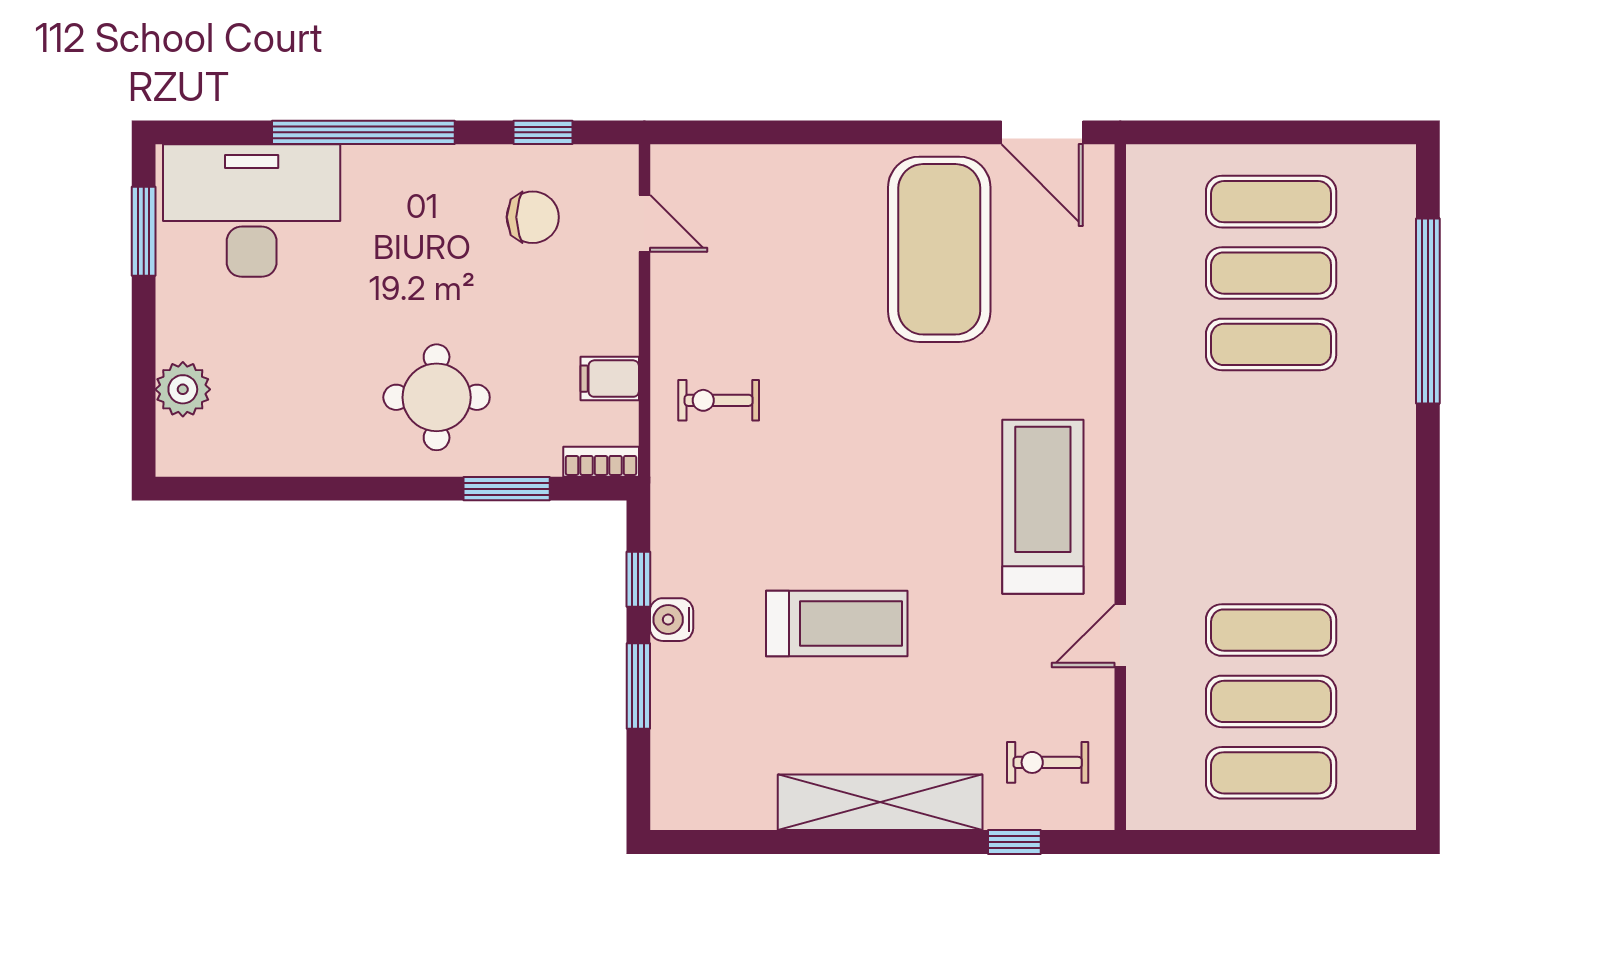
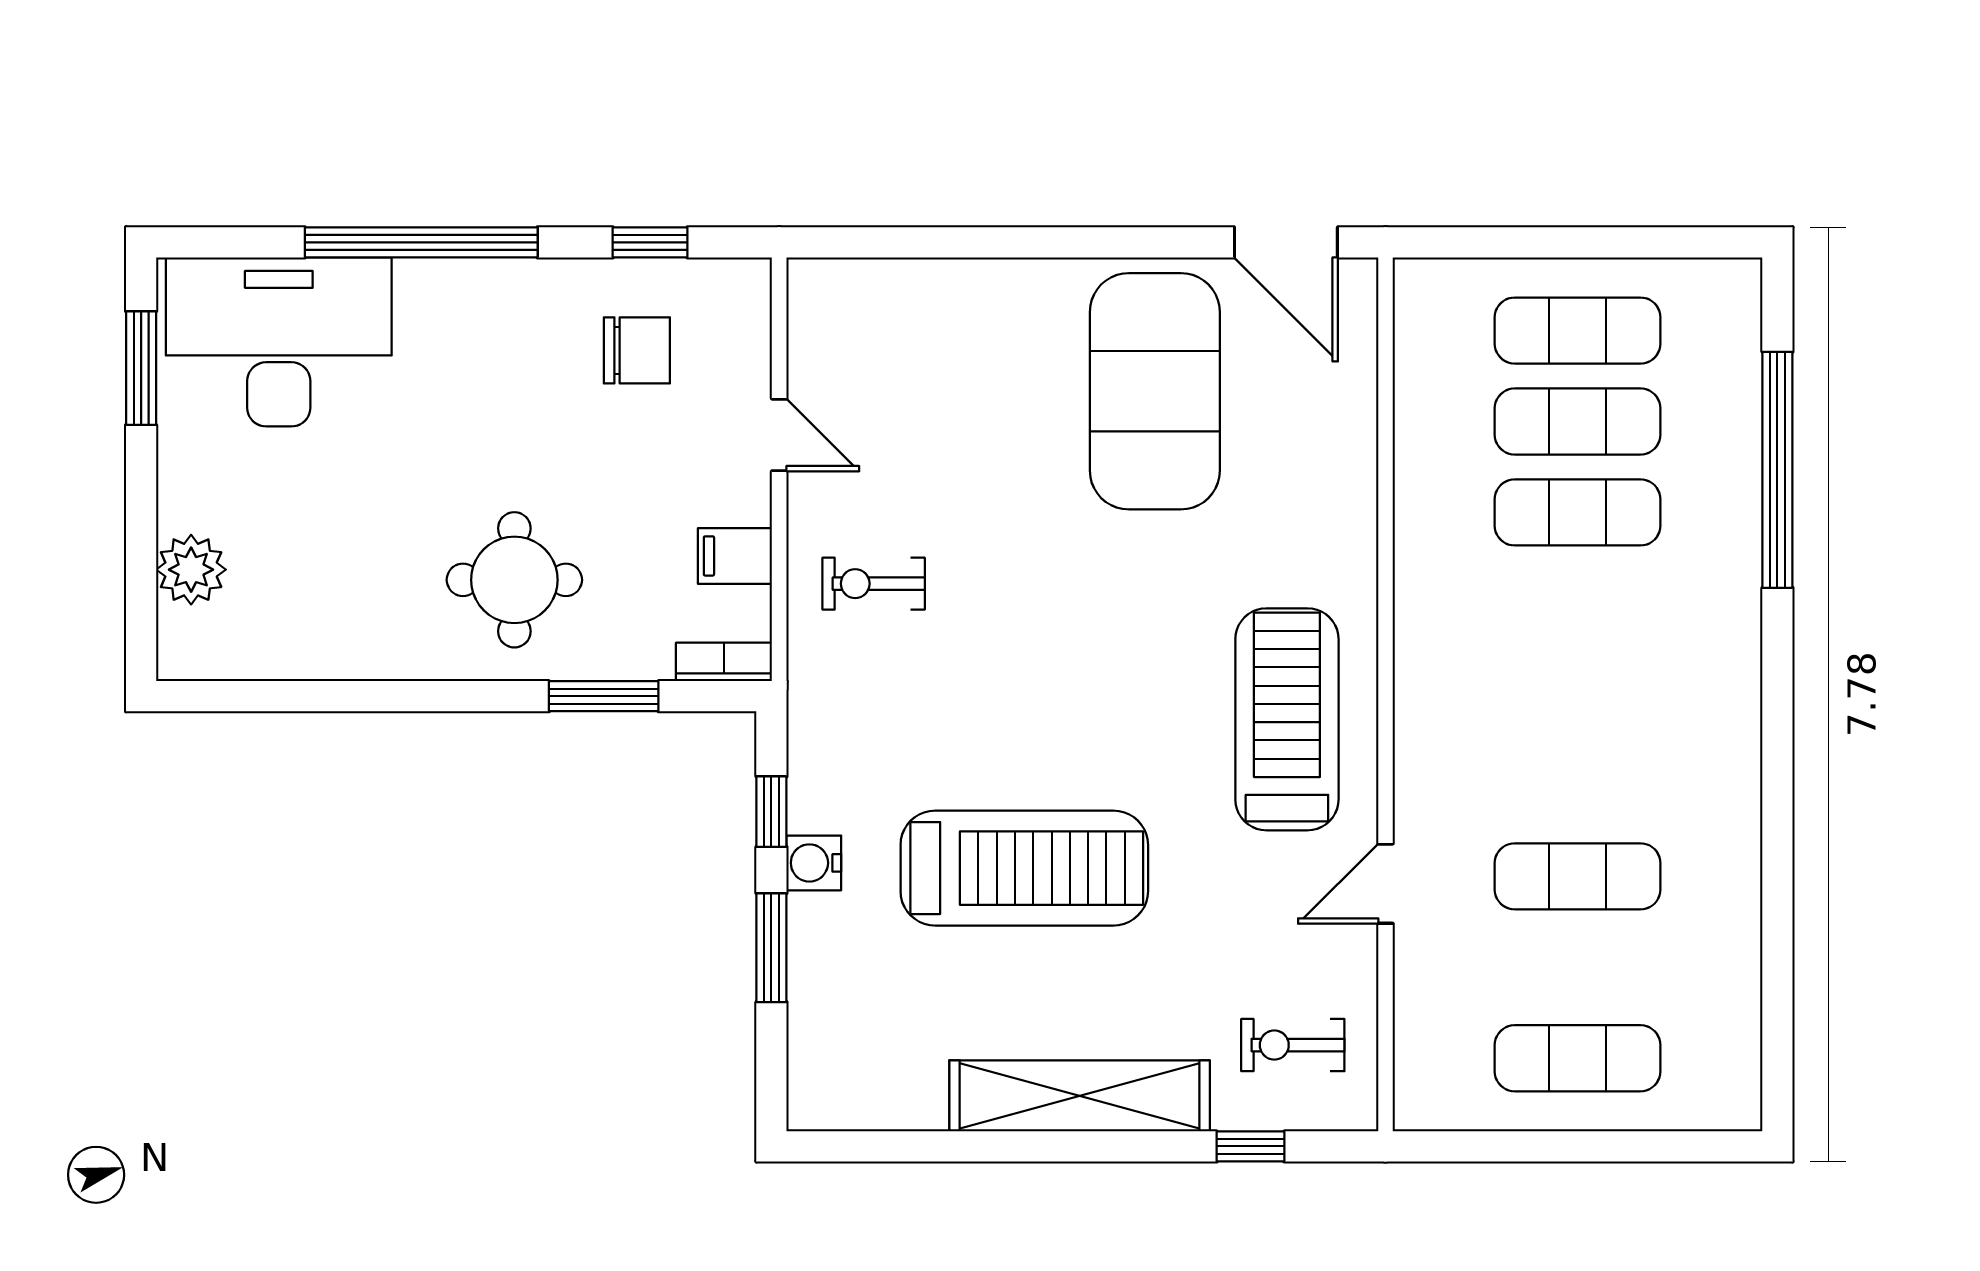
door: (644, 223) -> (779, 435), moved
treadmill: (837, 624) -> (1024, 868), width x1.37, depth x1.38
exercise mat: (1271, 701) -> (1578, 967), removed

